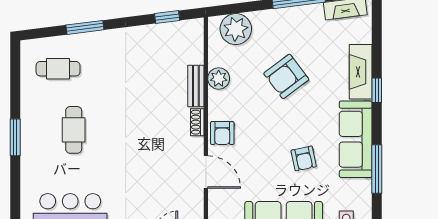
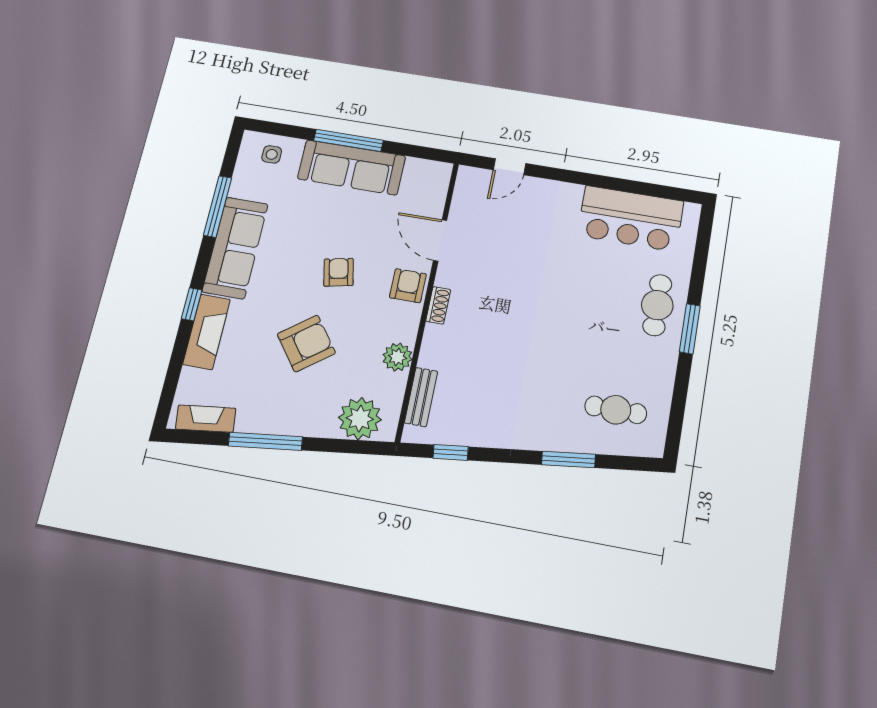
bench: (196, 86) -> (421, 397), moved
cafe table: (74, 130) -> (657, 305), moved
armchair: (304, 158) -> (339, 272), moved

